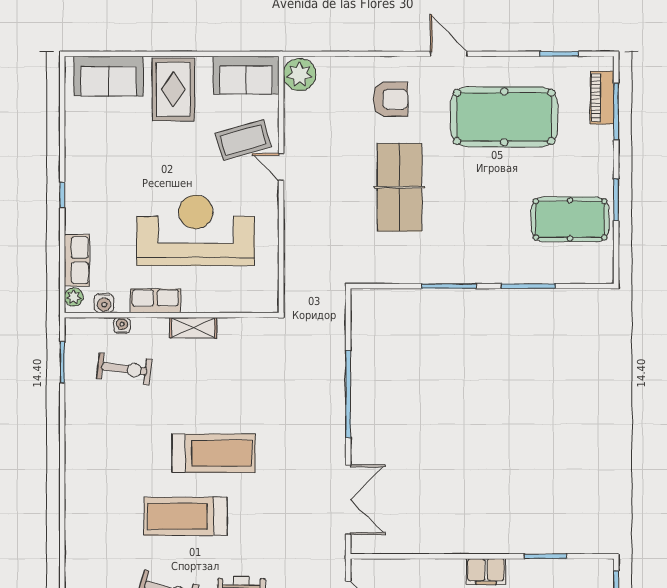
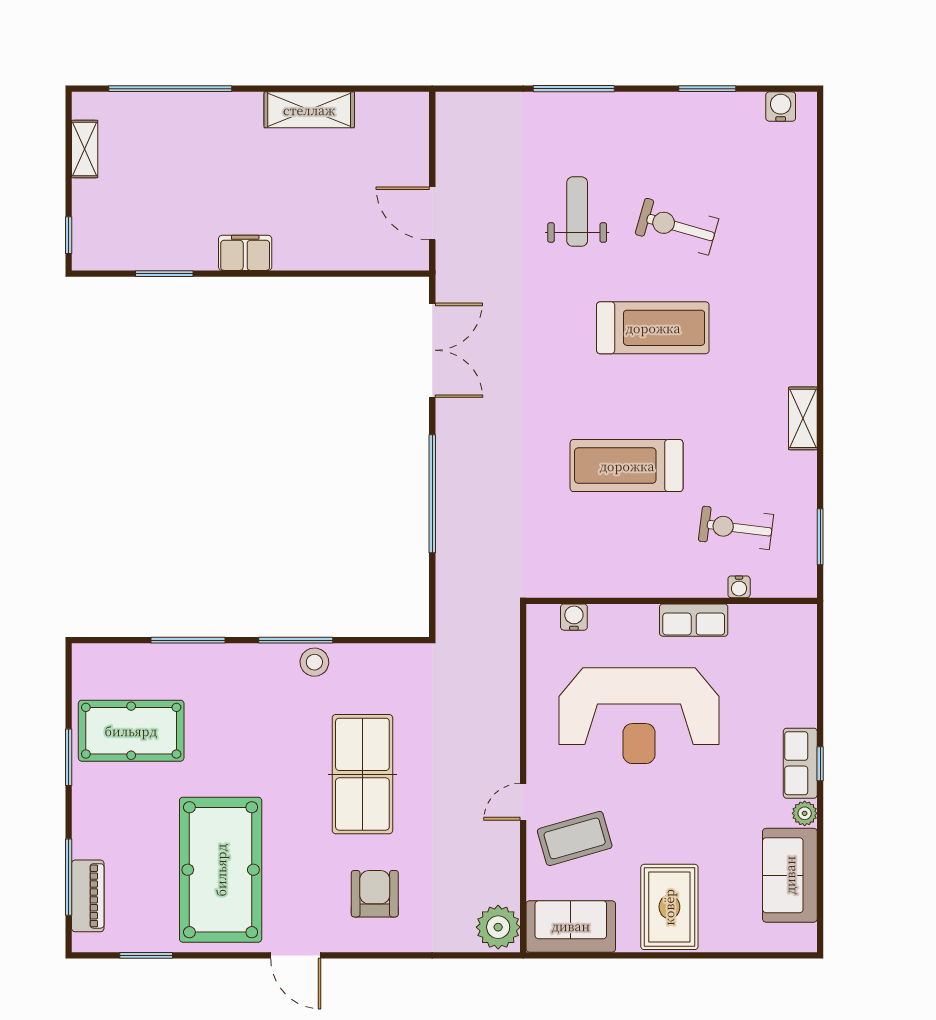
sofa: (109, 76) -> (790, 875), moved, turned -90
armchair: (390, 99) -> (375, 894), turned 90
pool table: (504, 117) -> (221, 870), turned 90
door: (281, 167) -> (523, 802), swing flipped
row of seats: (77, 260) -> (800, 763), moved
stool: (435, 270) -> (314, 662), added
plant: (74, 297) -> (805, 813), moved
water cooler: (104, 303) -> (574, 617), moved
shelving: (193, 328) -> (803, 418), moved, turned 90
treadmill: (214, 453) -> (627, 466), moved
double door: (348, 500) -> (432, 350), swing flipped

